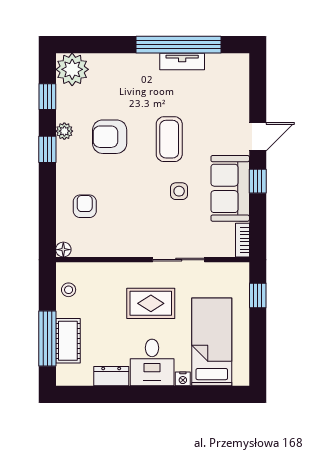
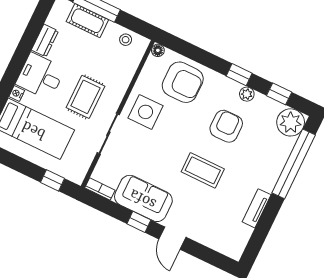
window: (178, 45) -> (294, 164), moved
side table: (179, 191) -> (146, 112), moved, width x1.87, depth x1.87
armchair: (85, 206) -> (183, 82), width x1.88, depth x1.88

